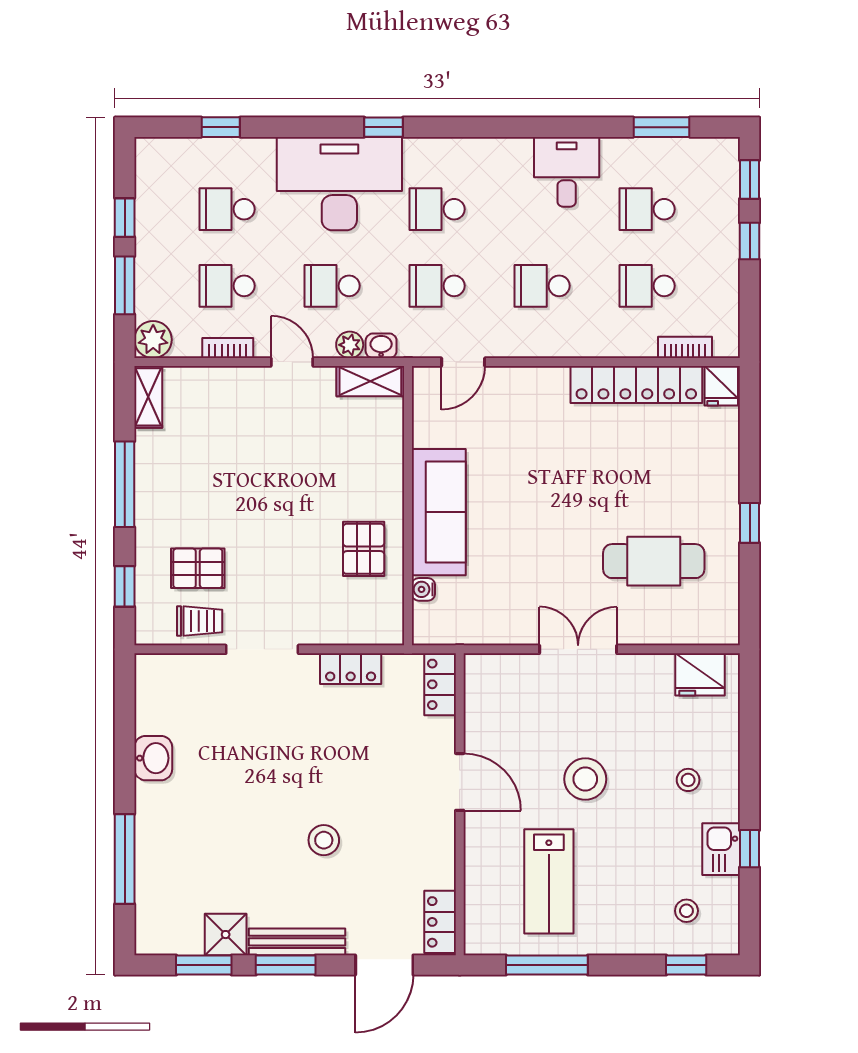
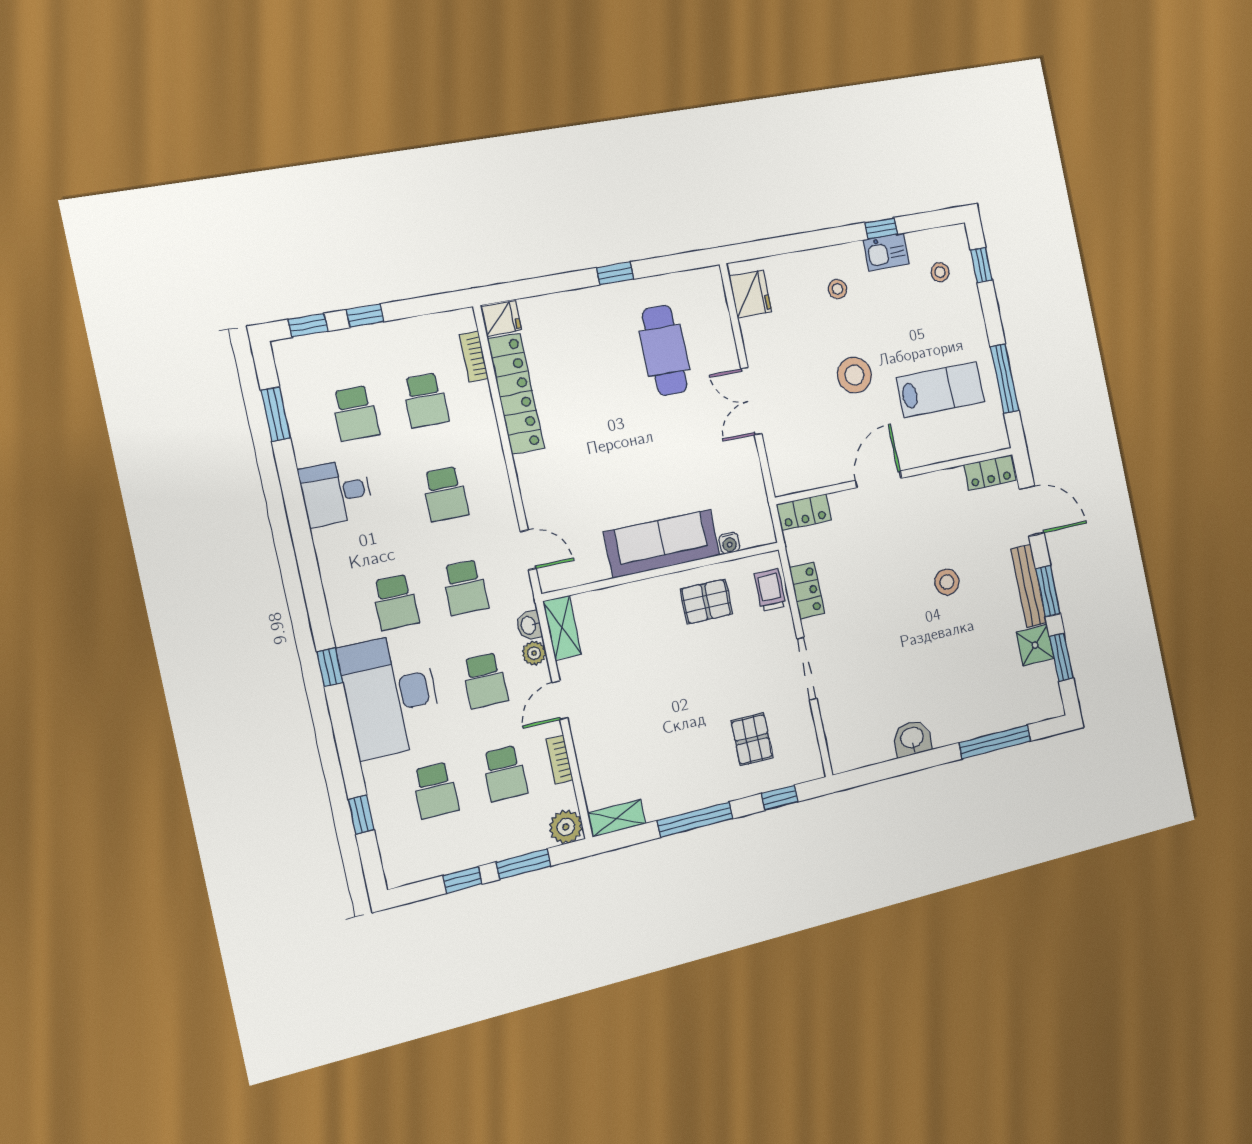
trolley: (200, 621) -> (770, 590), moved

